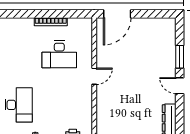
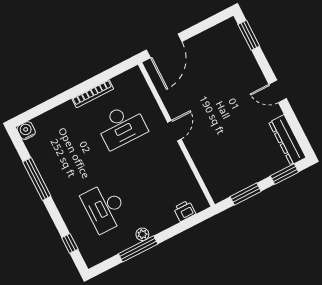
window: (180, 57) -> (249, 35), moved
desk: (19, 105) -> (105, 208), turned 180

